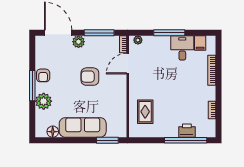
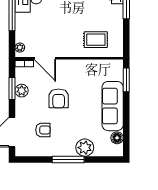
window: (99, 33) -> (12, 88), width x0.69
plant: (79, 42) -> (22, 91), moved
armchair: (43, 75) -> (43, 130), moved

